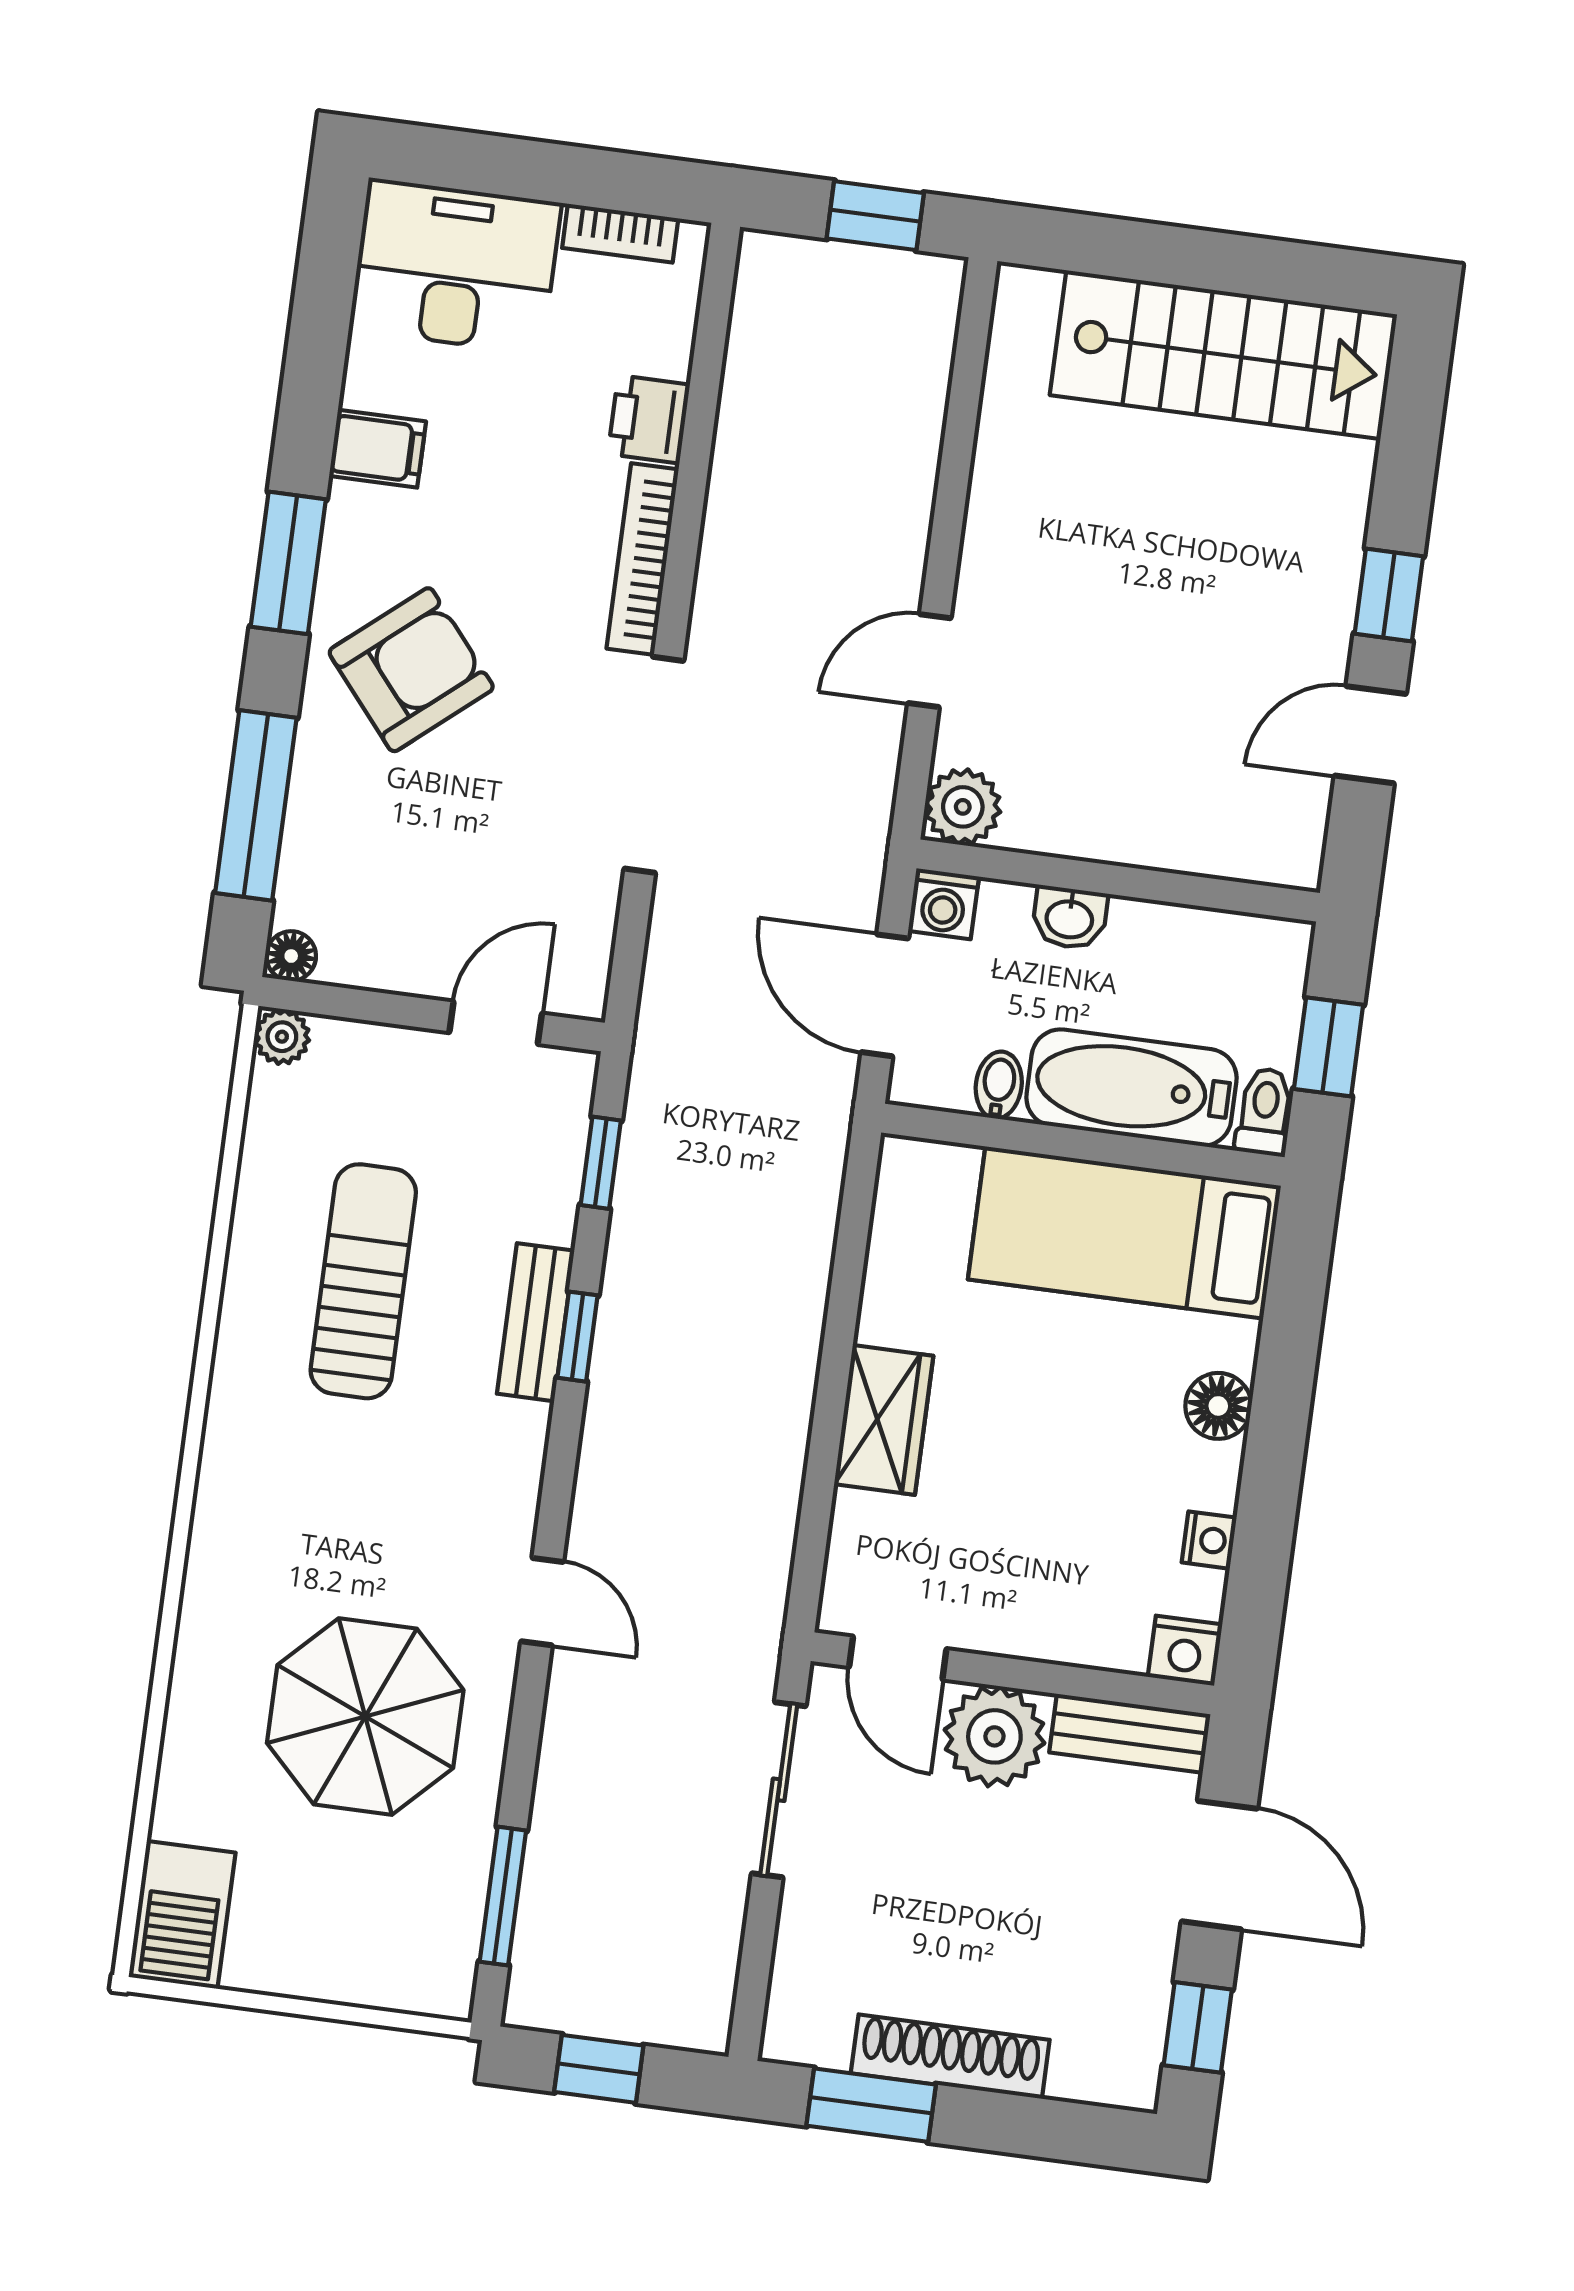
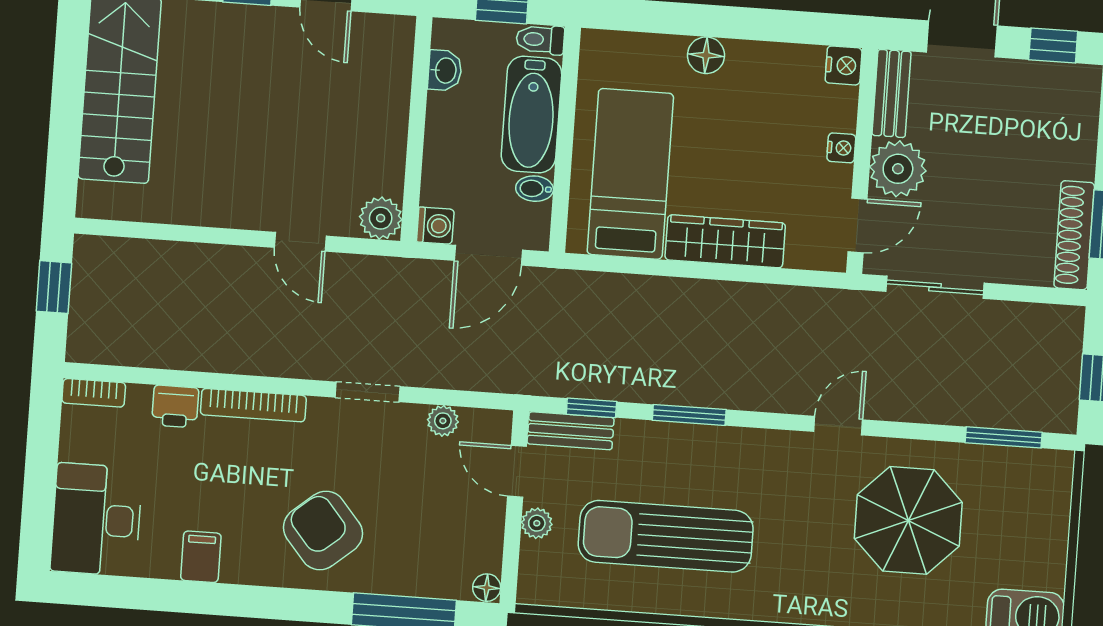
bookcase: (620, 233) -> (94, 393), moved, turned 90
window: (288, 563) -> (268, 603), removed
doorway: (654, 765) -> (368, 392), width x0.53
plant: (594, 896) -> (443, 421), added
washbasin: (1070, 918) -> (445, 70), moved
plant: (282, 1037) -> (537, 523), moved
bed: (1124, 1233) -> (630, 174), moved, turned 180
sun lounger: (363, 1281) -> (666, 536), width x1.36, depth x1.34
bench: (536, 1322) -> (571, 431), moved
window: (578, 1337) -> (689, 415), width x1.50
wardrobe: (884, 1420) -> (725, 241), width x1.50
nightstand: (1209, 1540) -> (841, 148), moved, turned 90
shoe rack: (950, 2057) -> (1074, 235), moved

